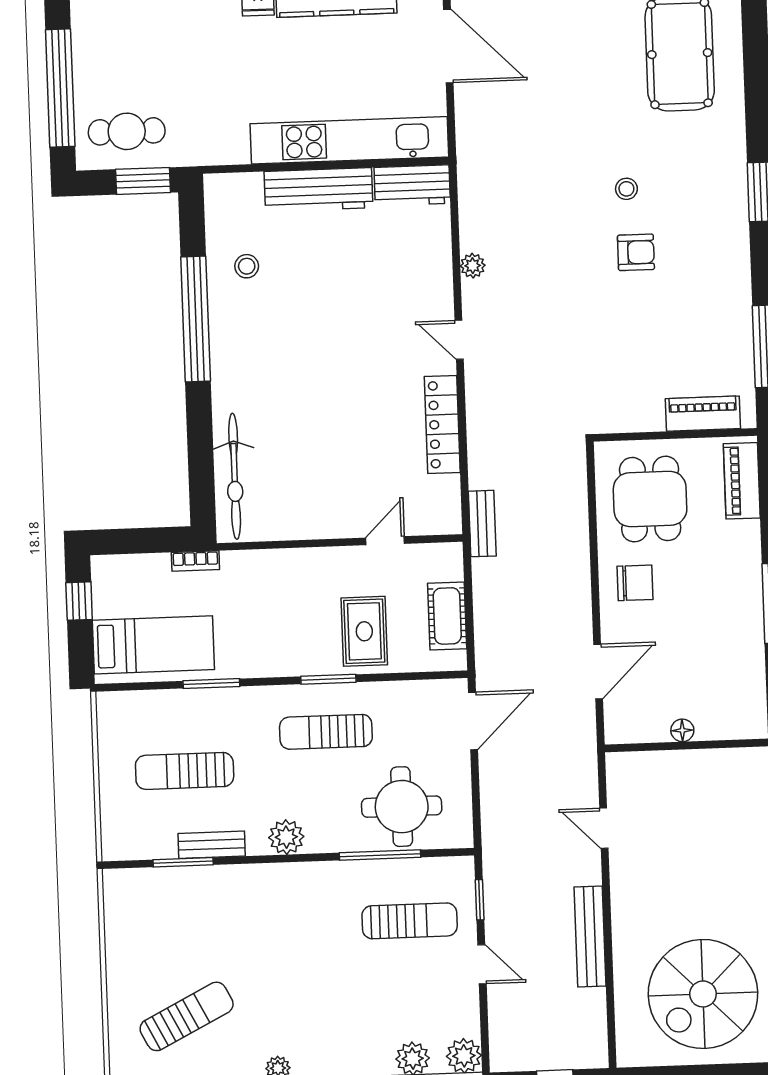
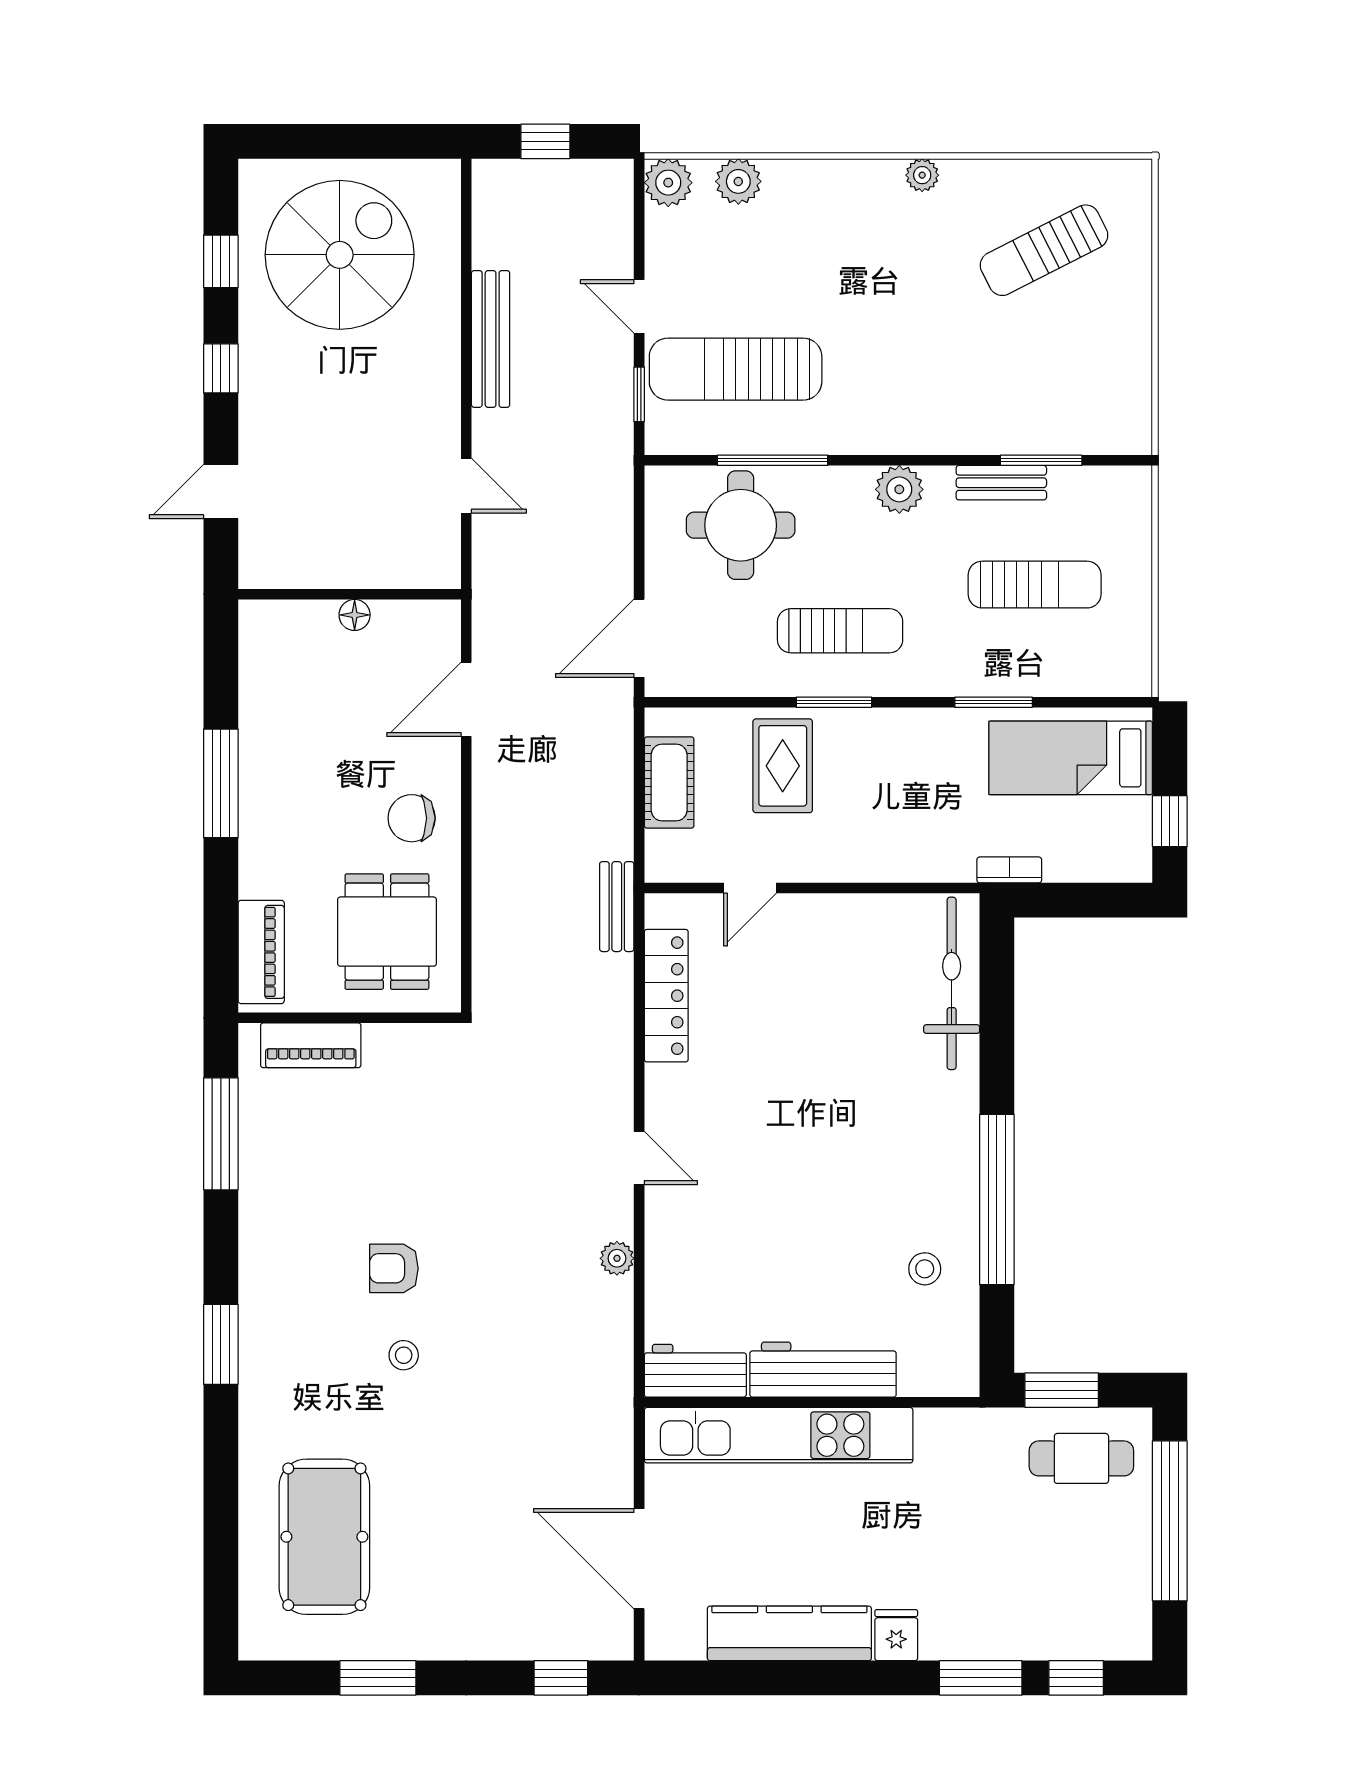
locker: (442, 425) -> (666, 996), moved
sun lounger: (410, 921) -> (736, 369), width x1.36, depth x1.34

